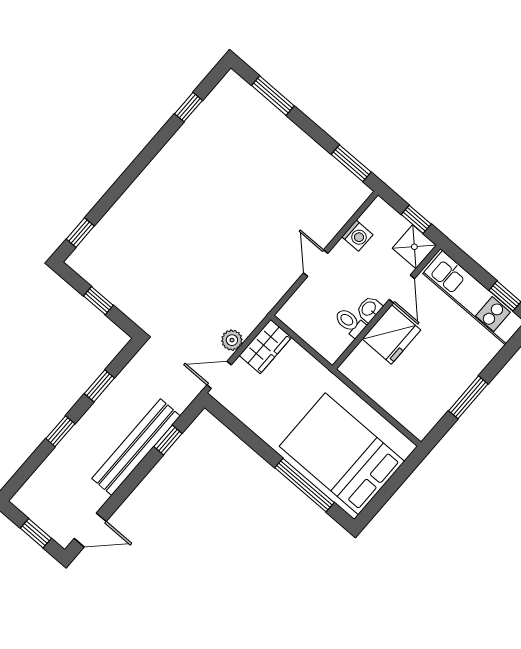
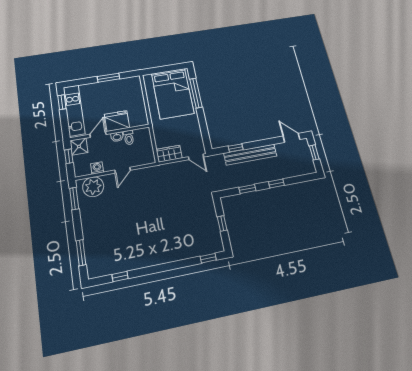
plant: (232, 340) -> (93, 187), moved, width x1.88, depth x1.88

